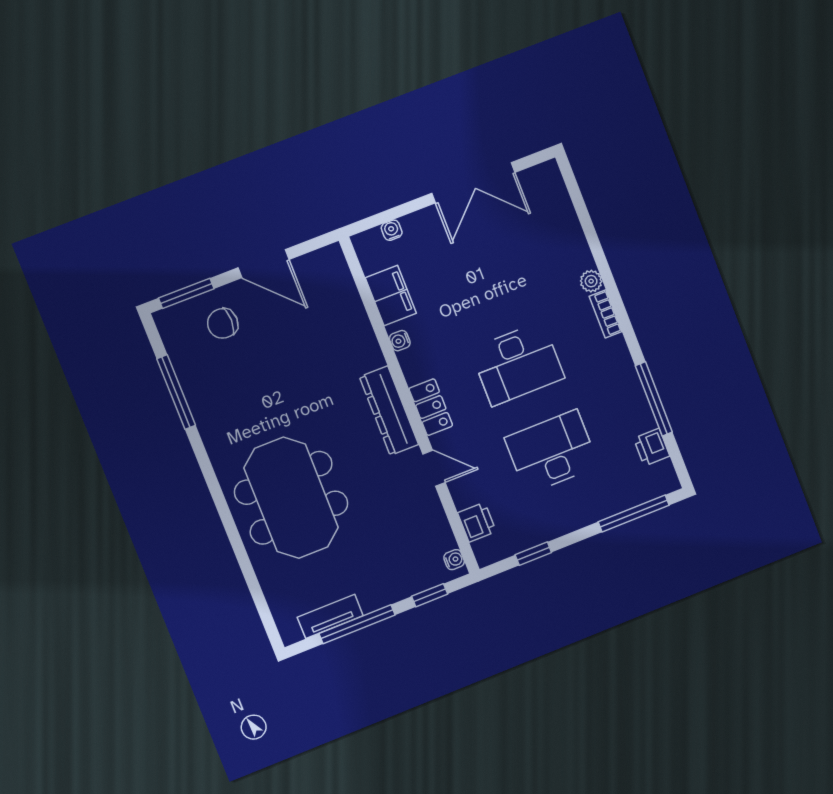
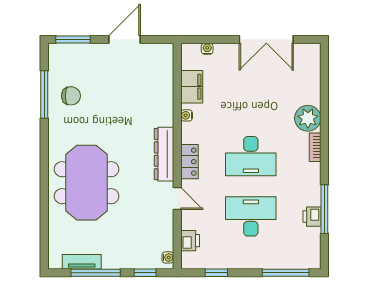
door: (263, 264) -> (125, 39), swing flipped
plant: (591, 281) -> (308, 118), width x1.88, depth x1.88
chair: (223, 323) -> (71, 96), moved, turned 180
printer: (652, 447) -> (312, 217), moved

